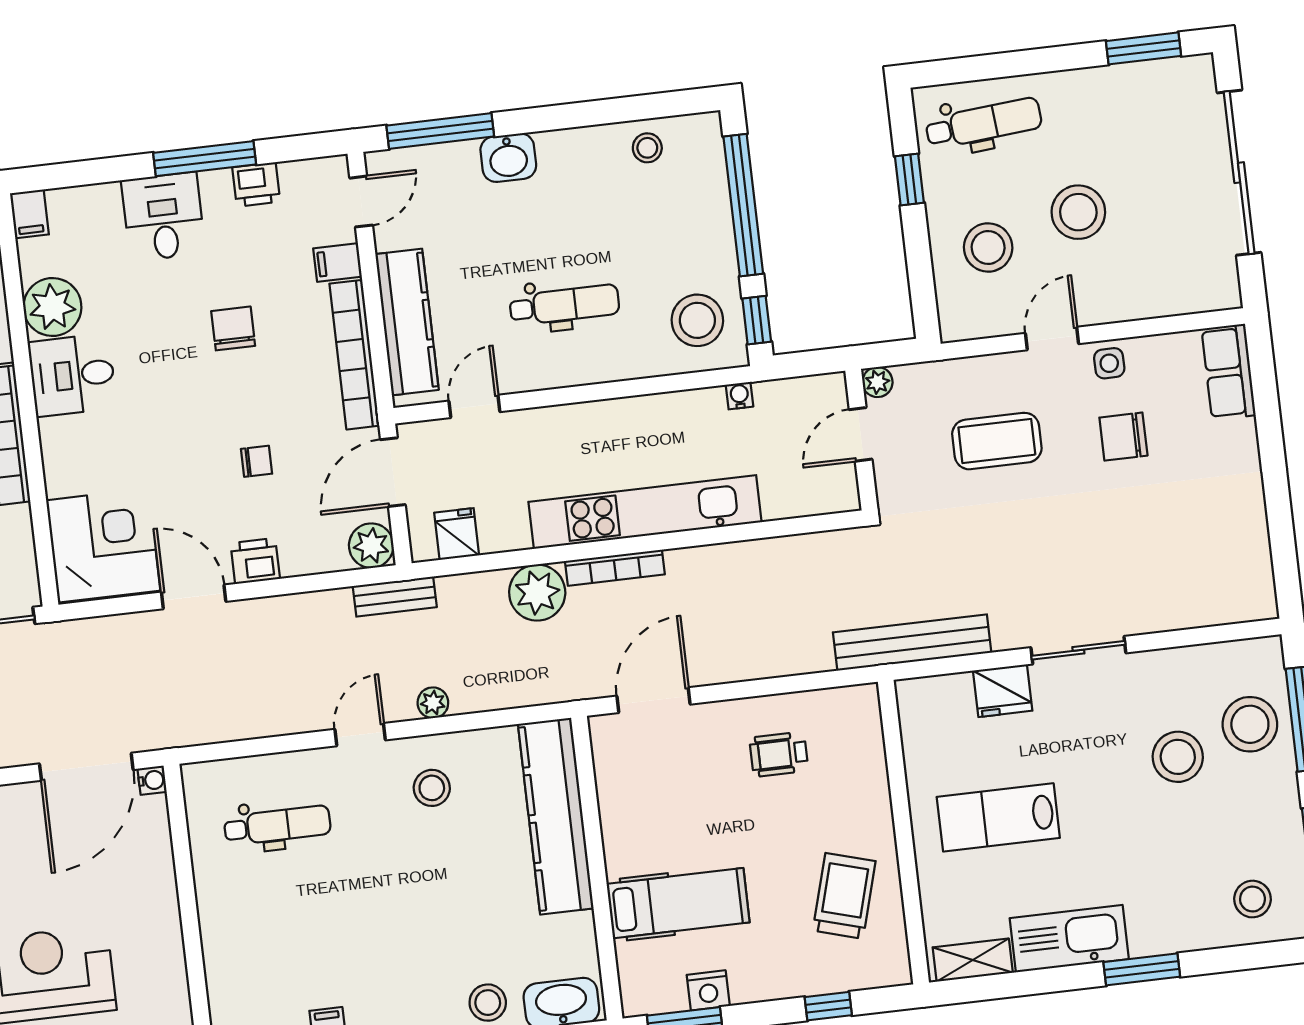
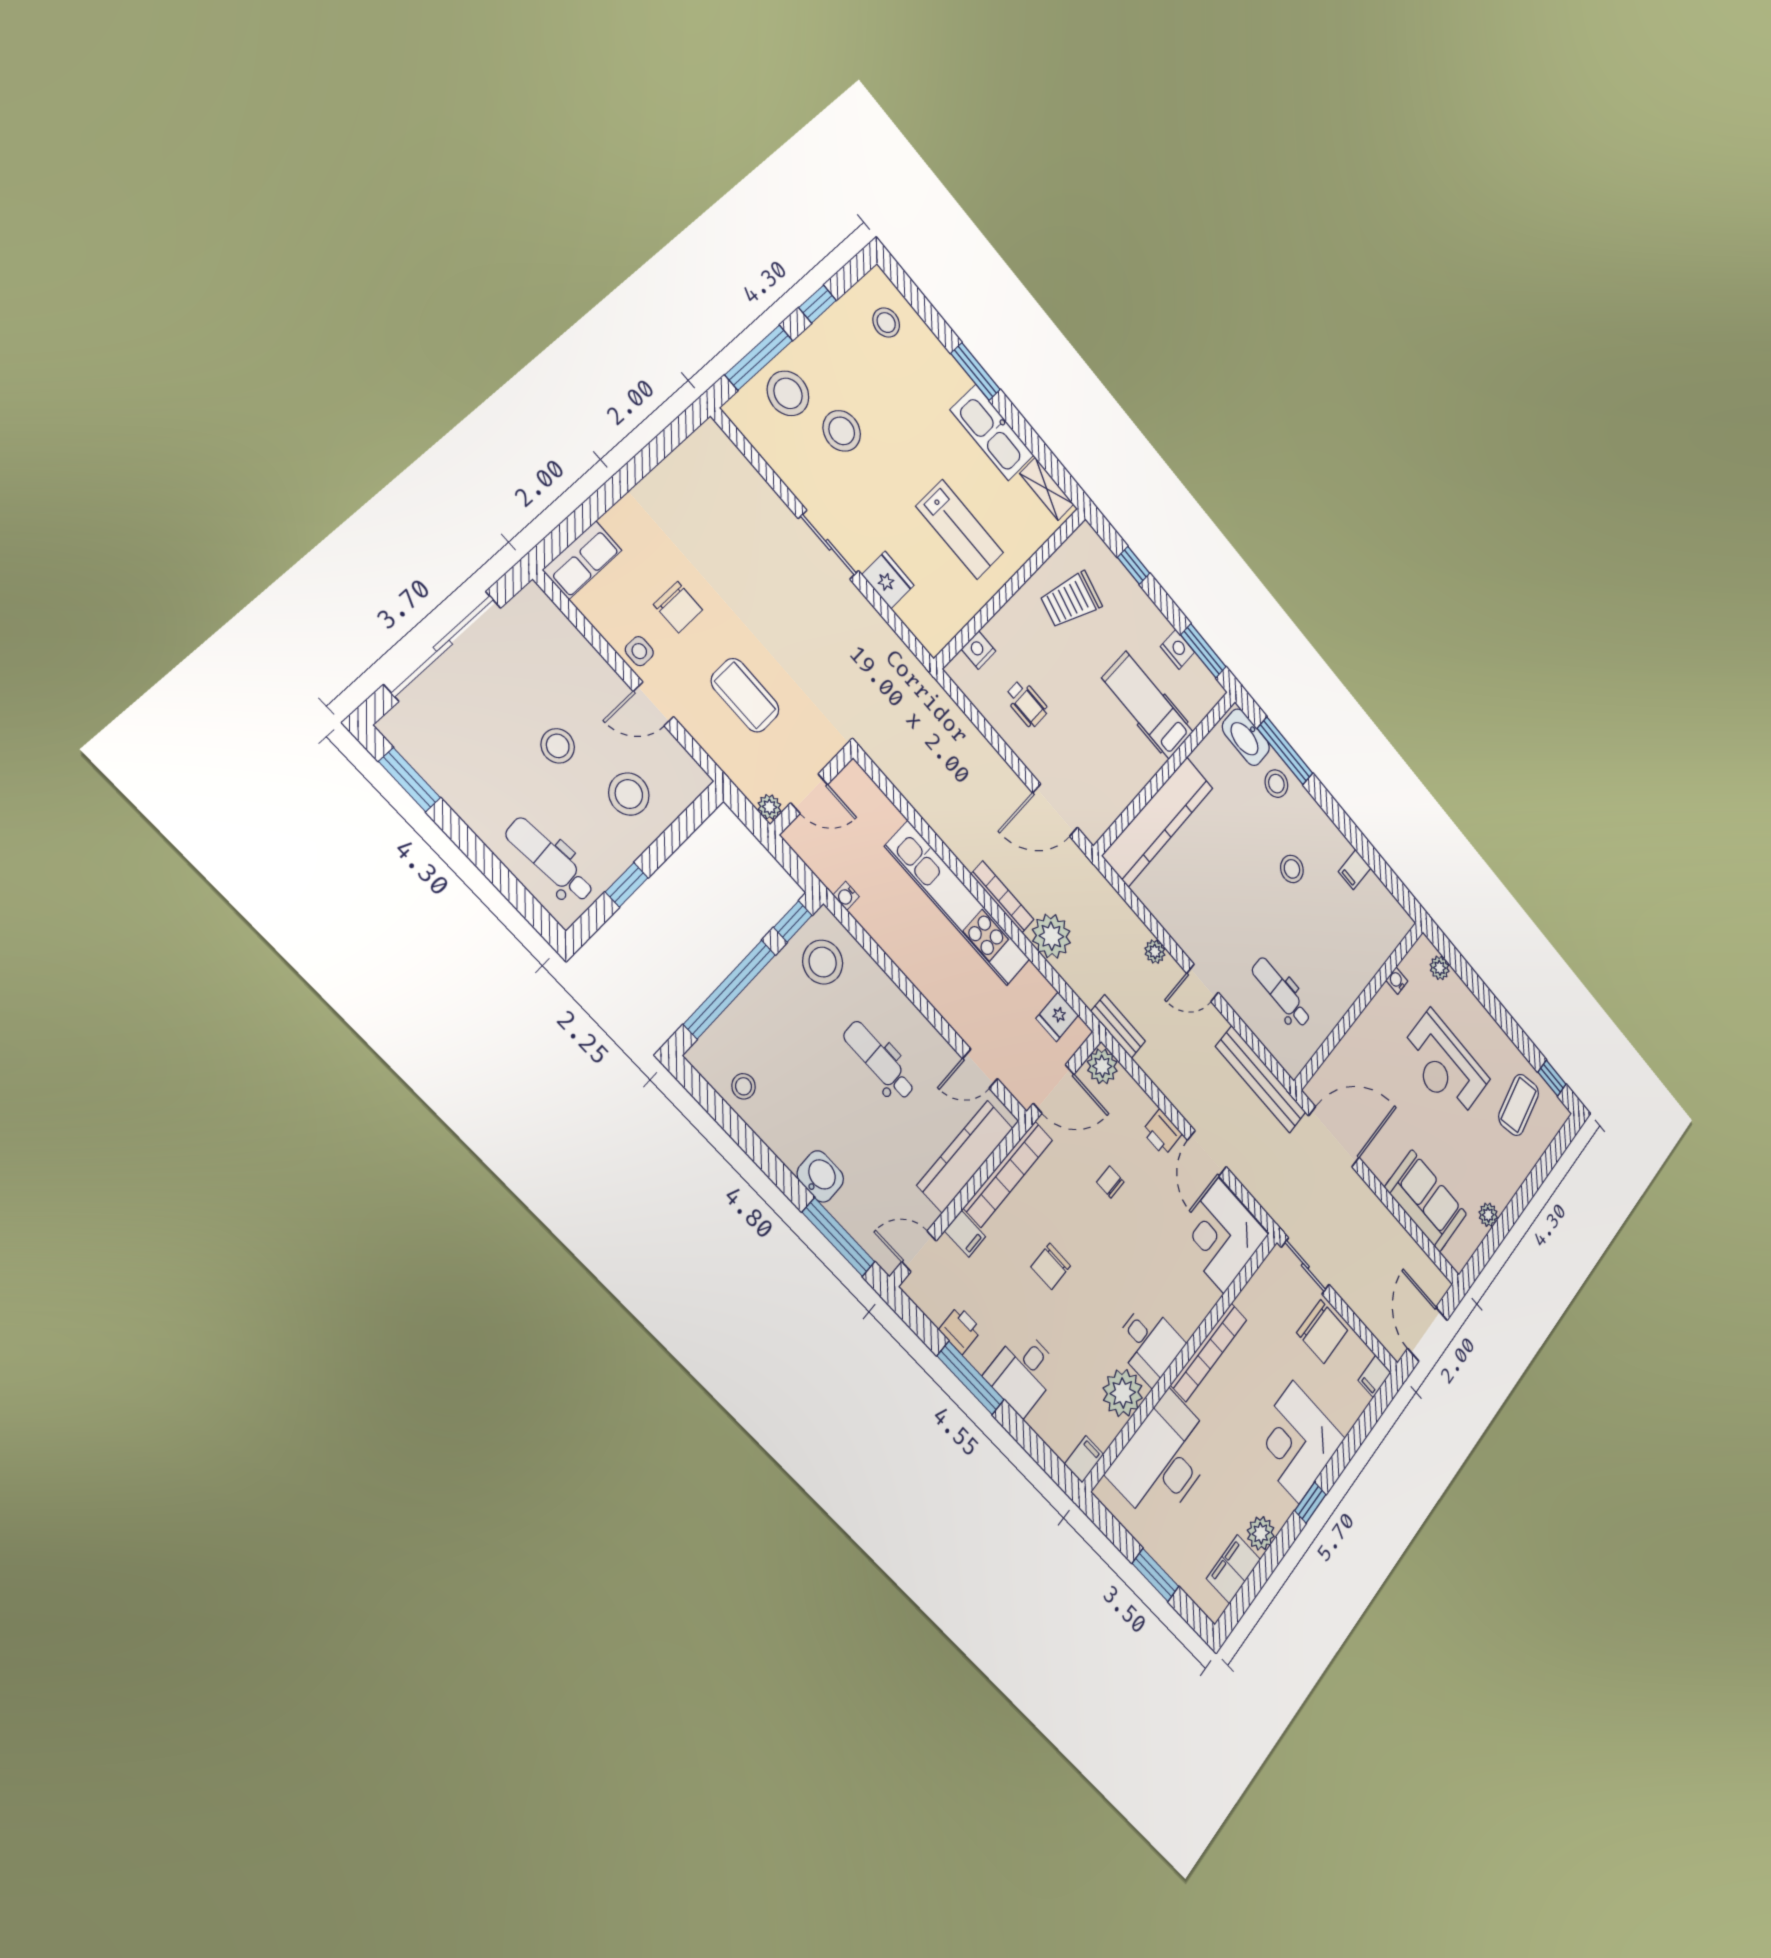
stool: (1078, 212) -> (558, 746), width x0.73, depth x0.73
bench: (912, 642) -> (1261, 1079), moved
nightstand: (868, 740) -> (978, 650), added
water cooler: (152, 780) -> (1397, 981), moved
stool: (432, 788) -> (1292, 869), moved

